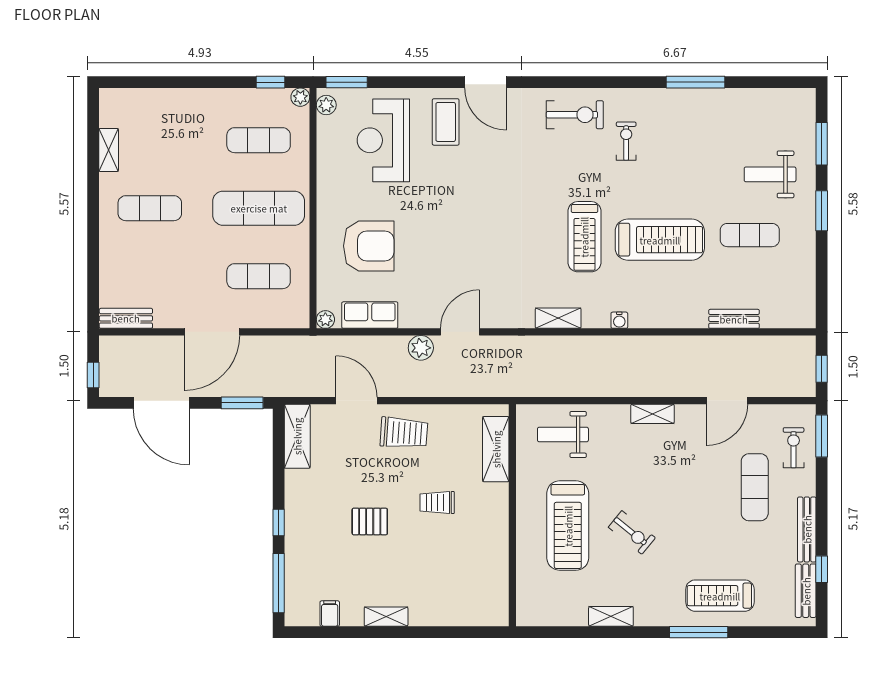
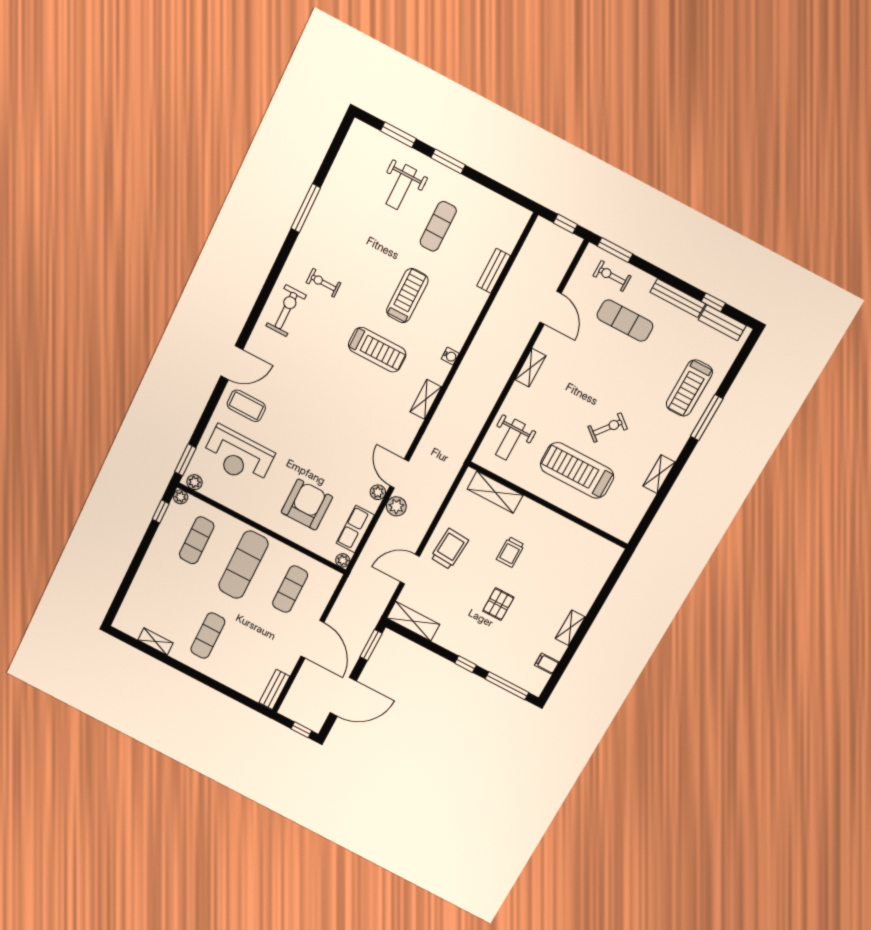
treadmill: (660, 240) -> (407, 296), width x0.73, depth x0.73
plant: (426, 319) -> (378, 492), added
treadmill: (568, 526) -> (577, 470), turned 180

